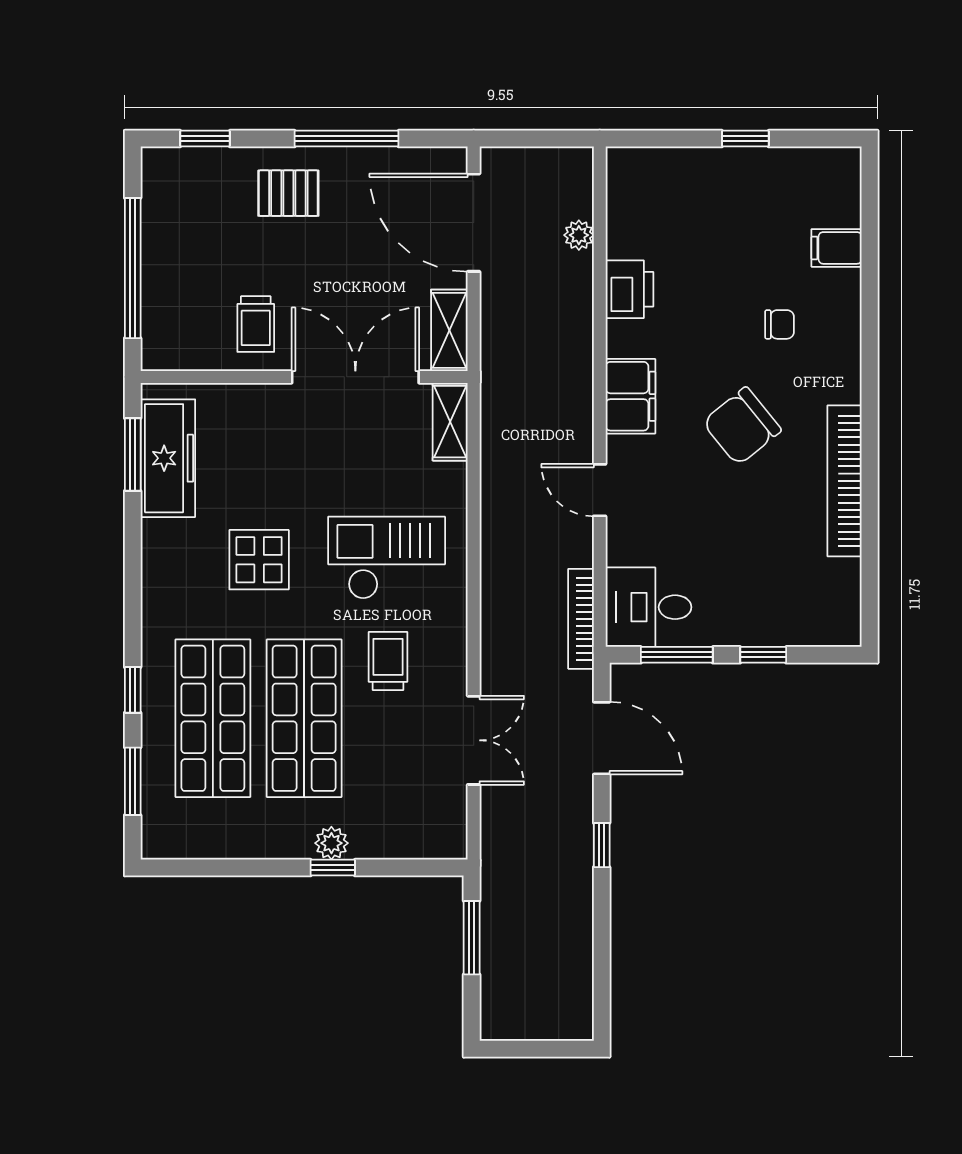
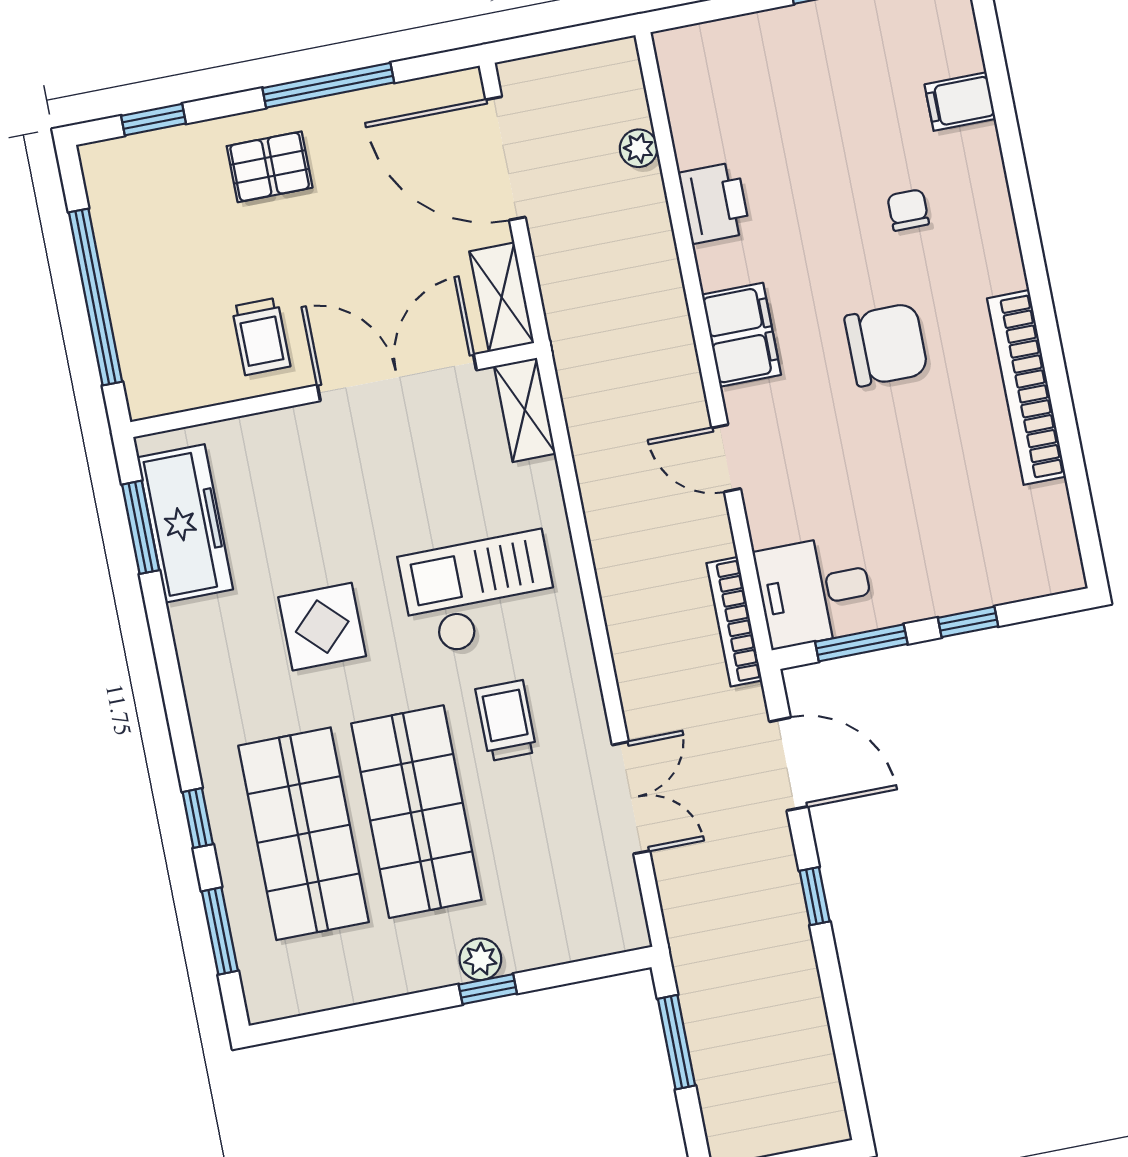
chair: (779, 324) -> (908, 210), turned -90
chair: (742, 426) -> (886, 345), turned -141

